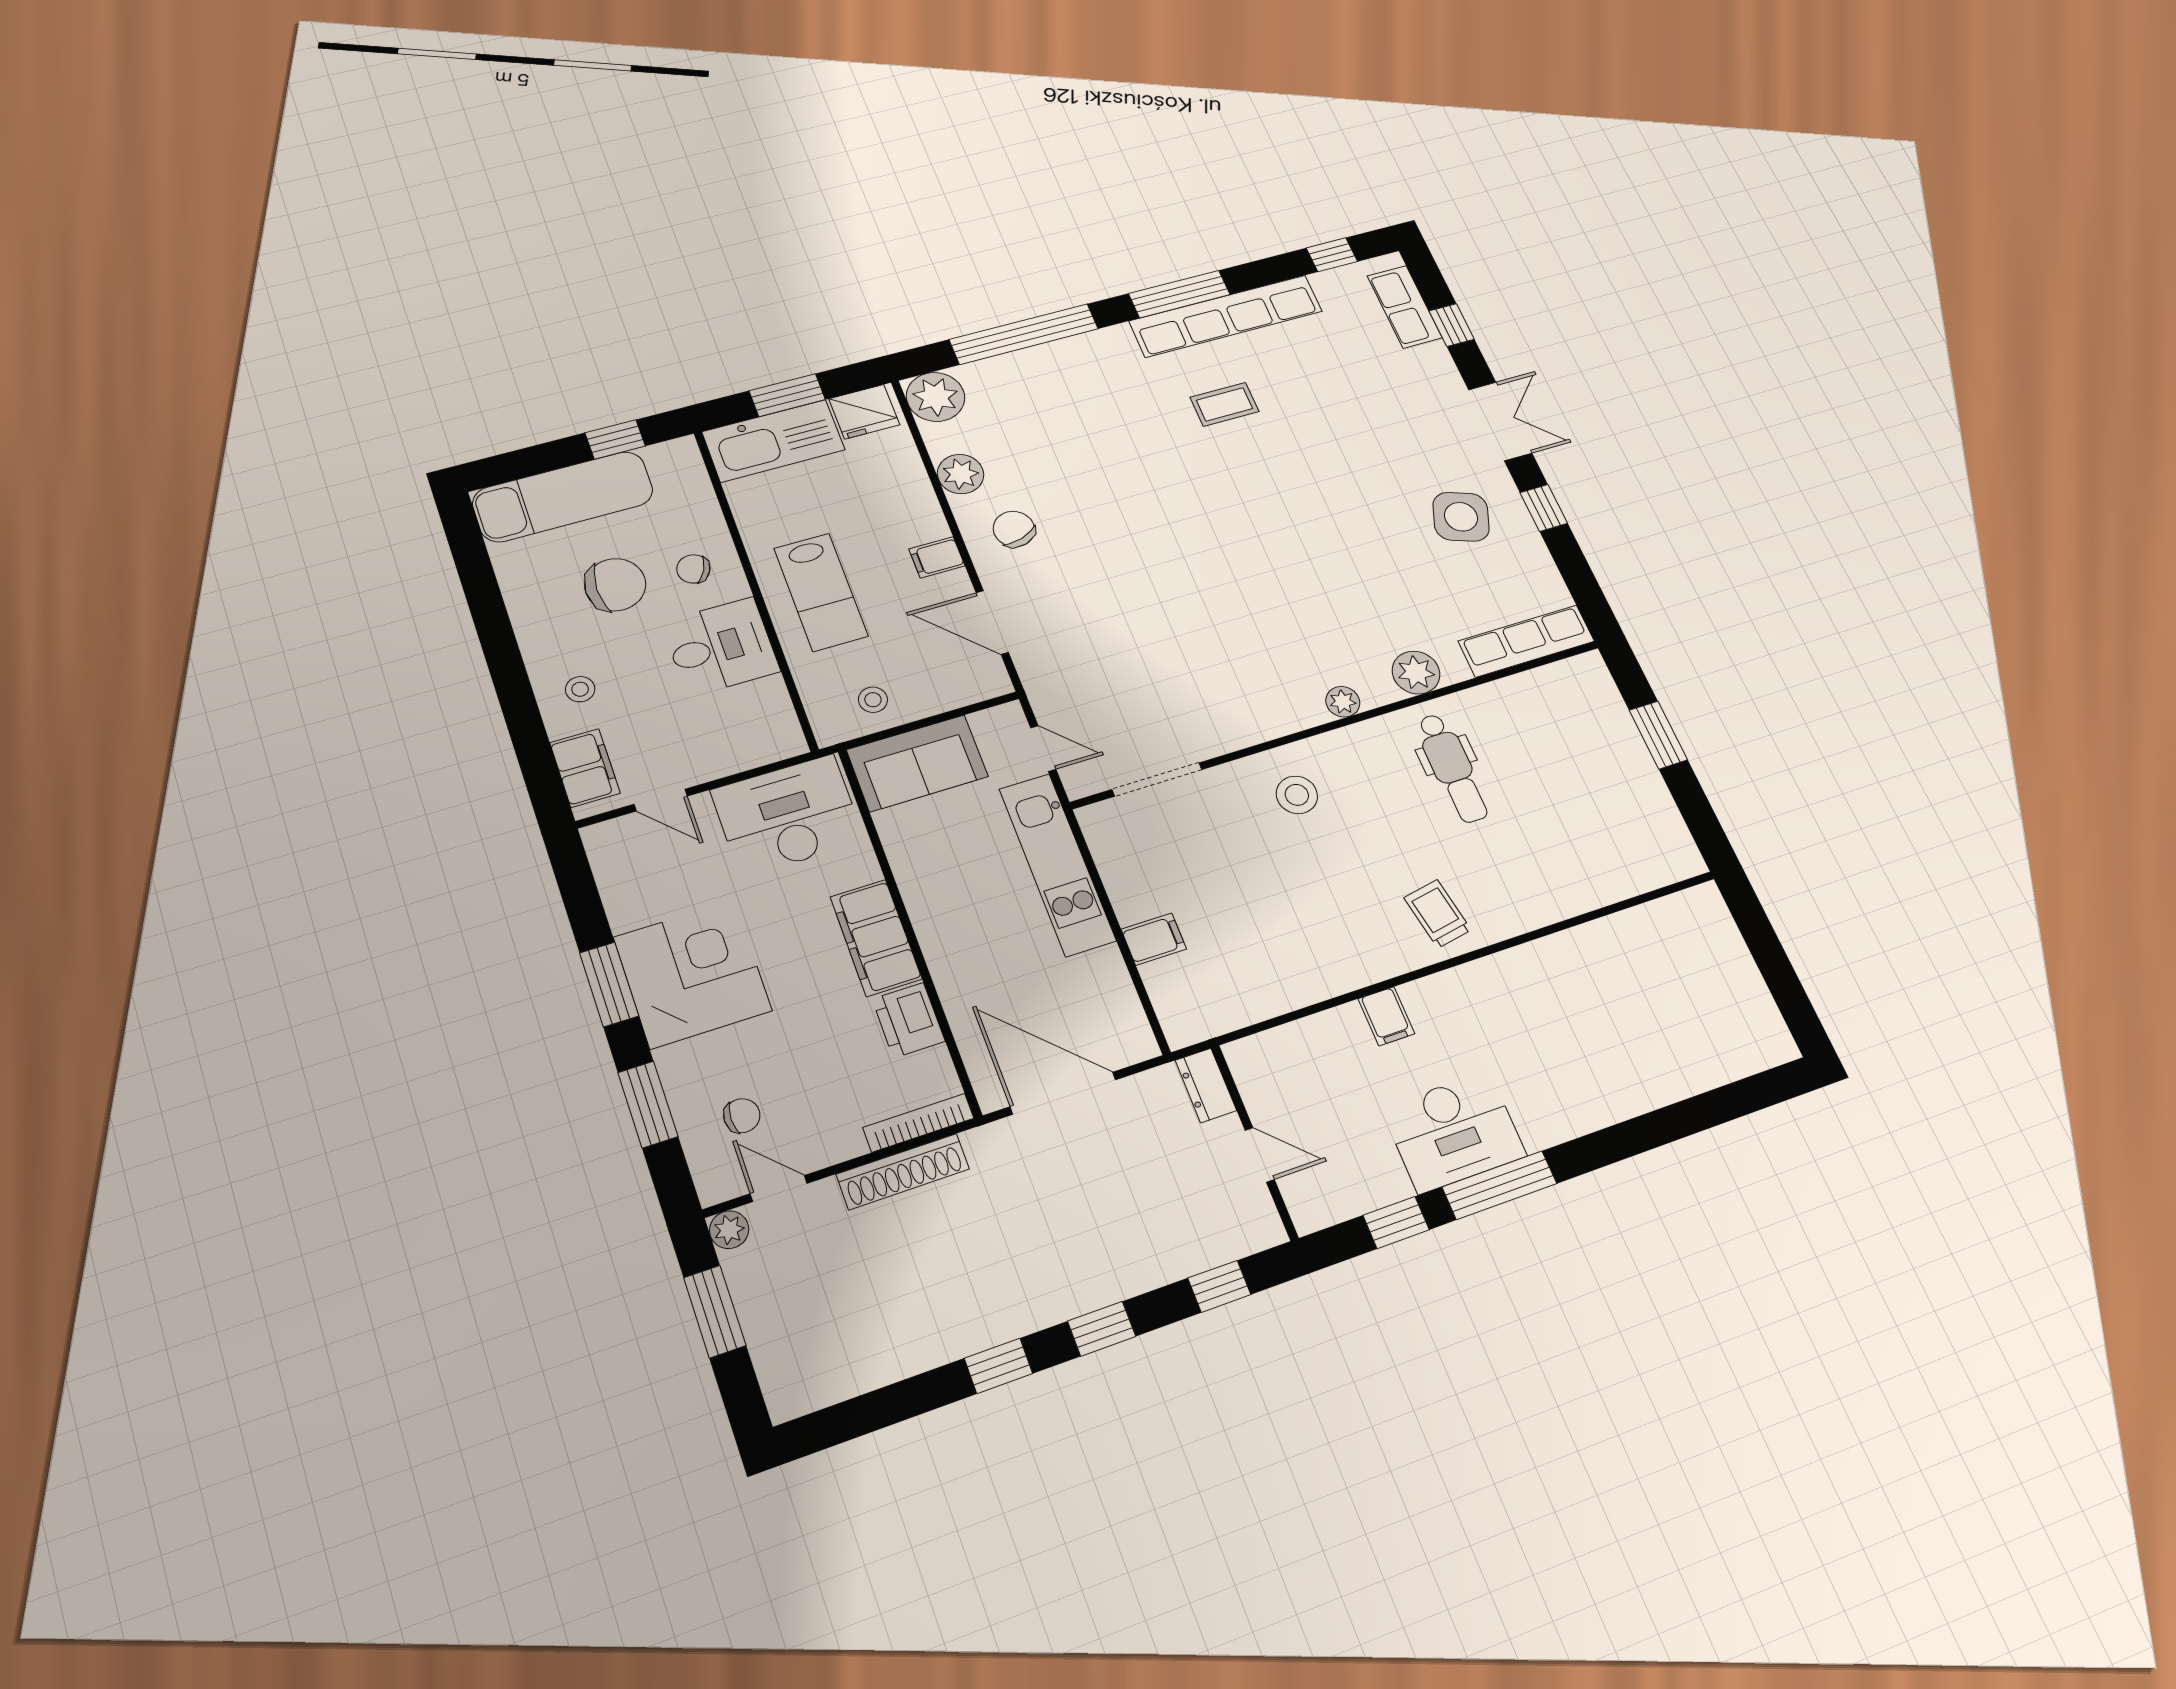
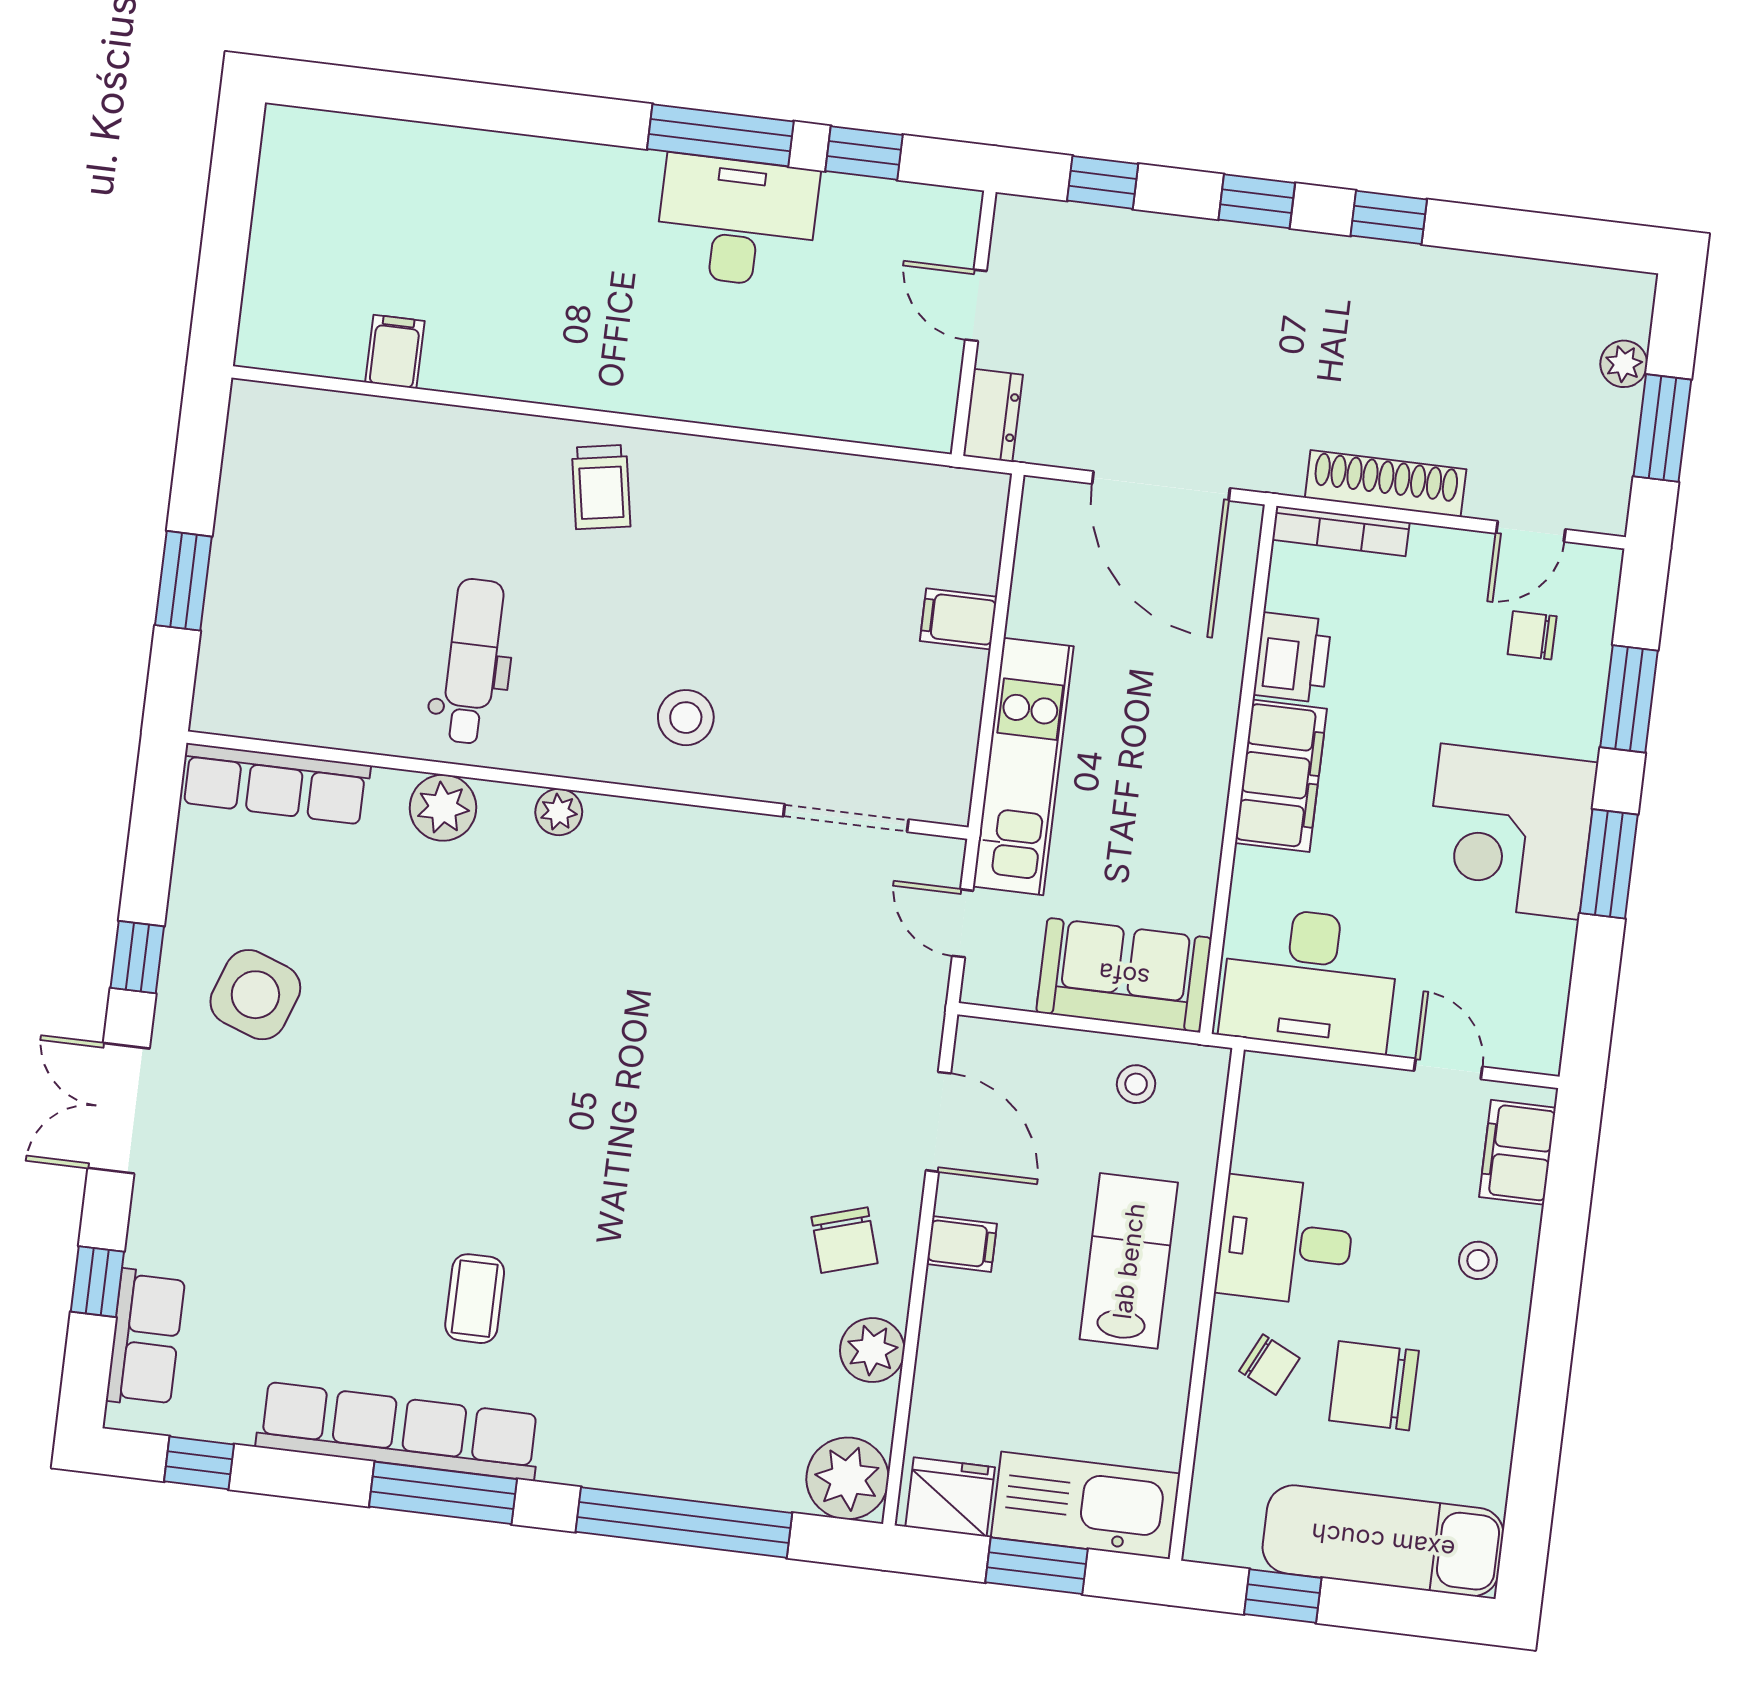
coffee table: (1225, 404) -> (475, 1299), turned 90
filing cabinet: (1386, 1016) -> (395, 352), moved
door: (779, 1189) -> (1531, 531), hinge flipped
plant: (729, 1230) -> (1624, 364), moved

